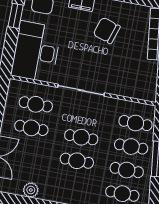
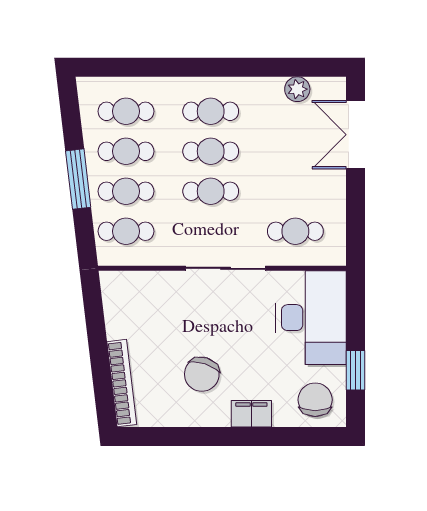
chair: (107, 30) -> (202, 374), turned 90
cafe table: (31, 128) -> (211, 111), moved
plant: (31, 190) -> (297, 89), moved

